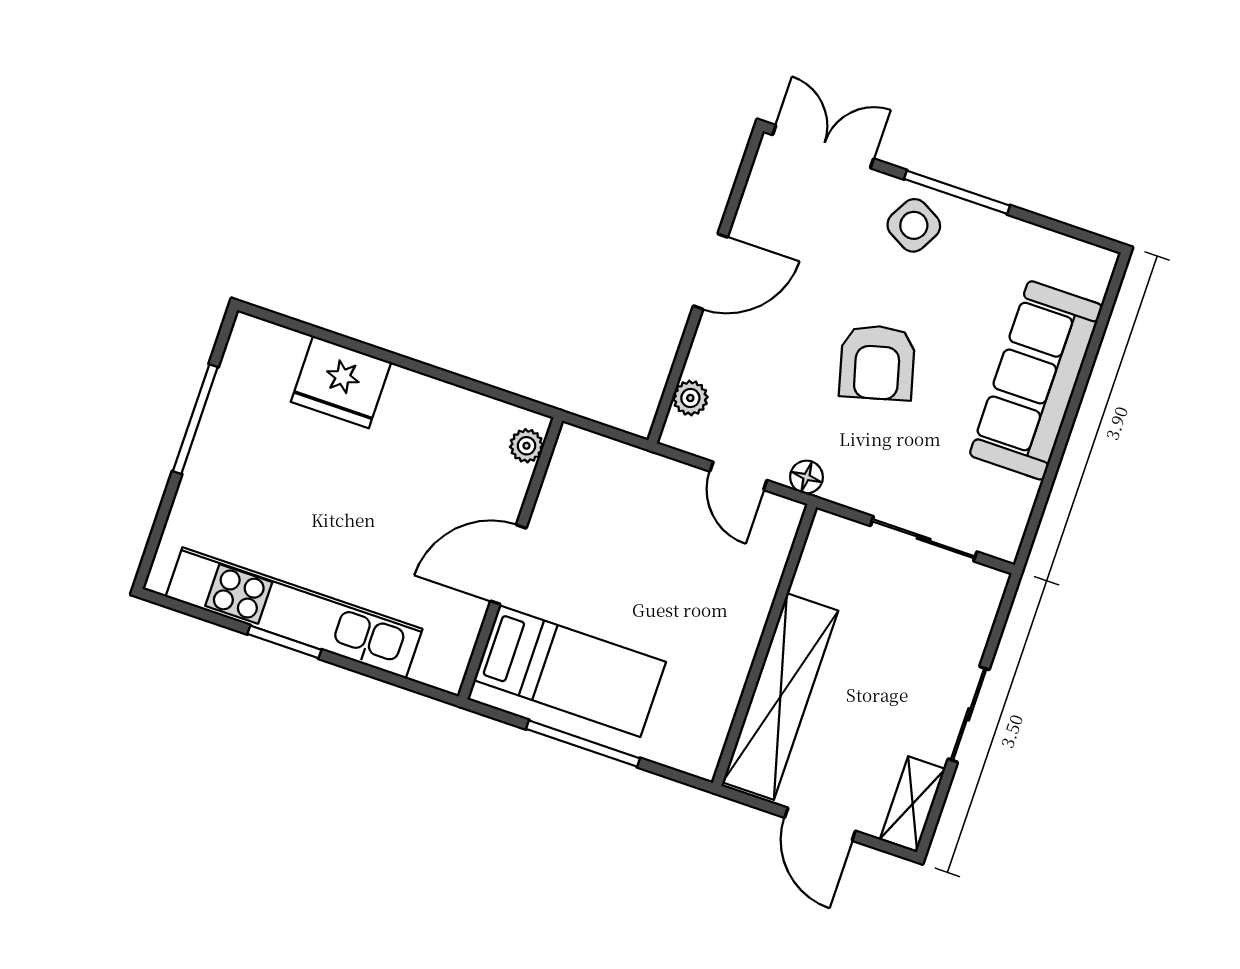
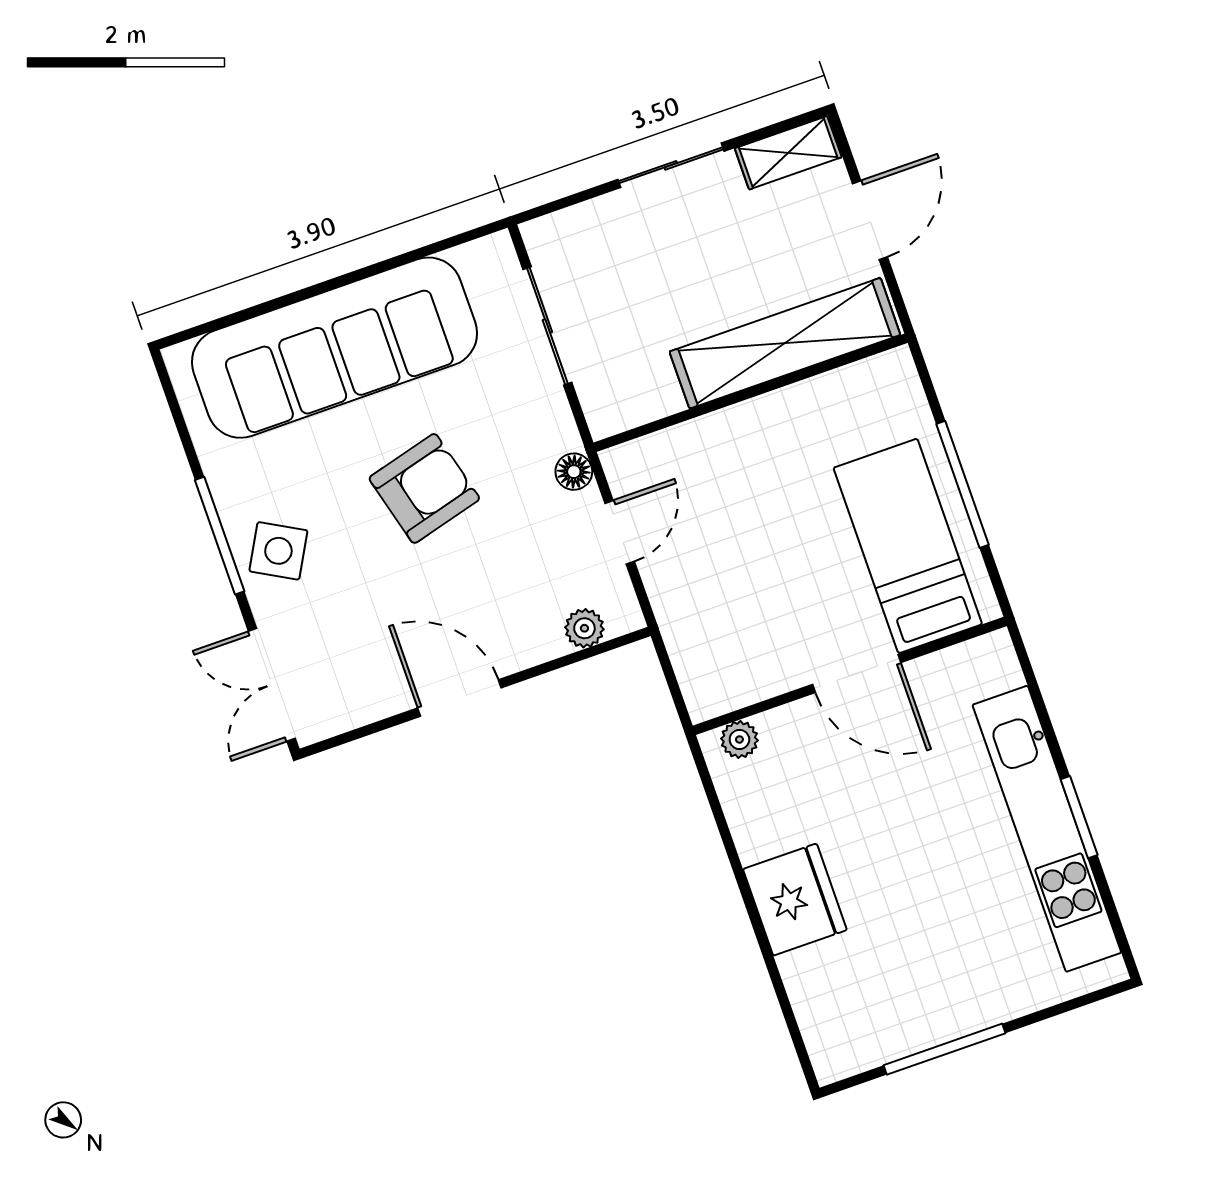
sofa: (1036, 380) -> (334, 348), width x1.36, depth x1.27
fridge: (341, 382) -> (795, 900), moved

